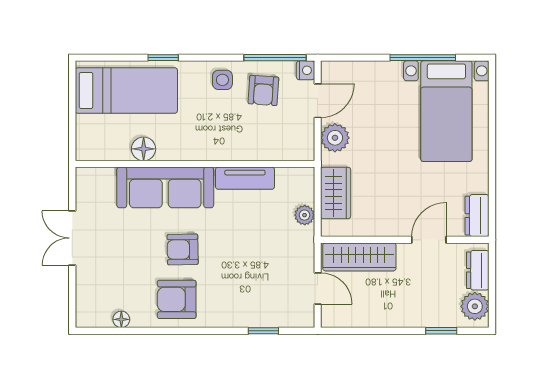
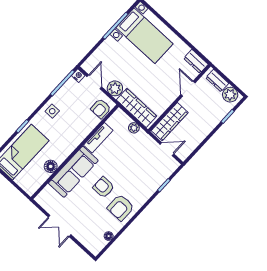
armchair: (263, 90) -> (101, 109), moved, turned 86
wardrobe: (336, 193) -> (136, 108), width x1.50
armchair: (183, 249) -> (104, 187), turned 91

